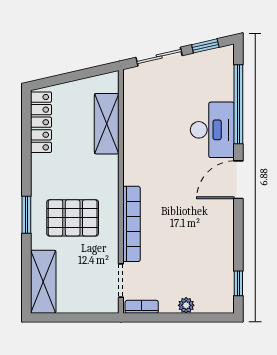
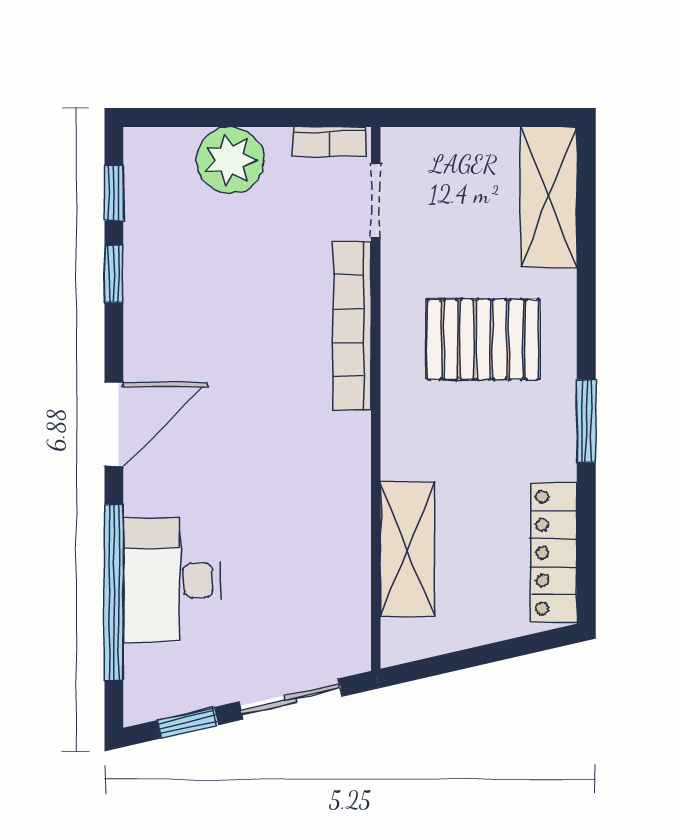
desk: (212, 130) -> (172, 580), moved
window: (26, 215) -> (586, 421), moved
window: (238, 247) -> (114, 274), added
plant: (186, 305) -> (230, 160), width x1.88, depth x1.88

